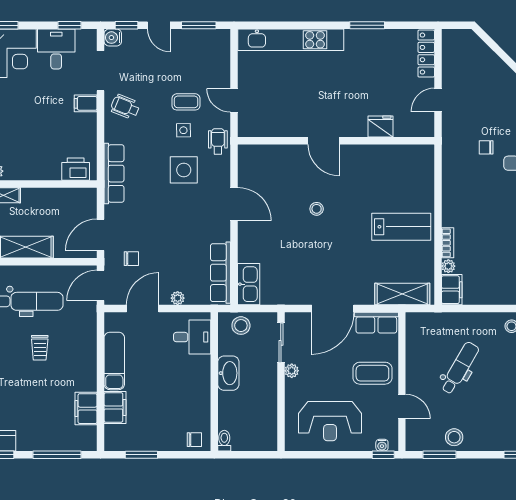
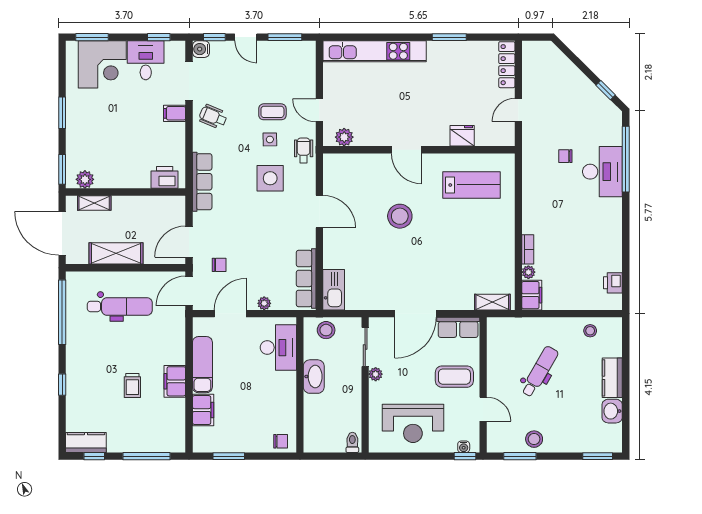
plant: (260, 128) -> (344, 137), added
stool: (317, 209) -> (400, 216), width x1.89, depth x1.89
lab bench: (401, 227) -> (471, 185), moved
shelving: (402, 294) -> (492, 302), width x0.67, depth x0.75
desk: (192, 337) -> (278, 348), width x1.37
trolley: (40, 348) -> (132, 385), moved
filing cabinet: (86, 409) -> (175, 381), moved
toilet: (224, 441) -> (352, 442), moved

